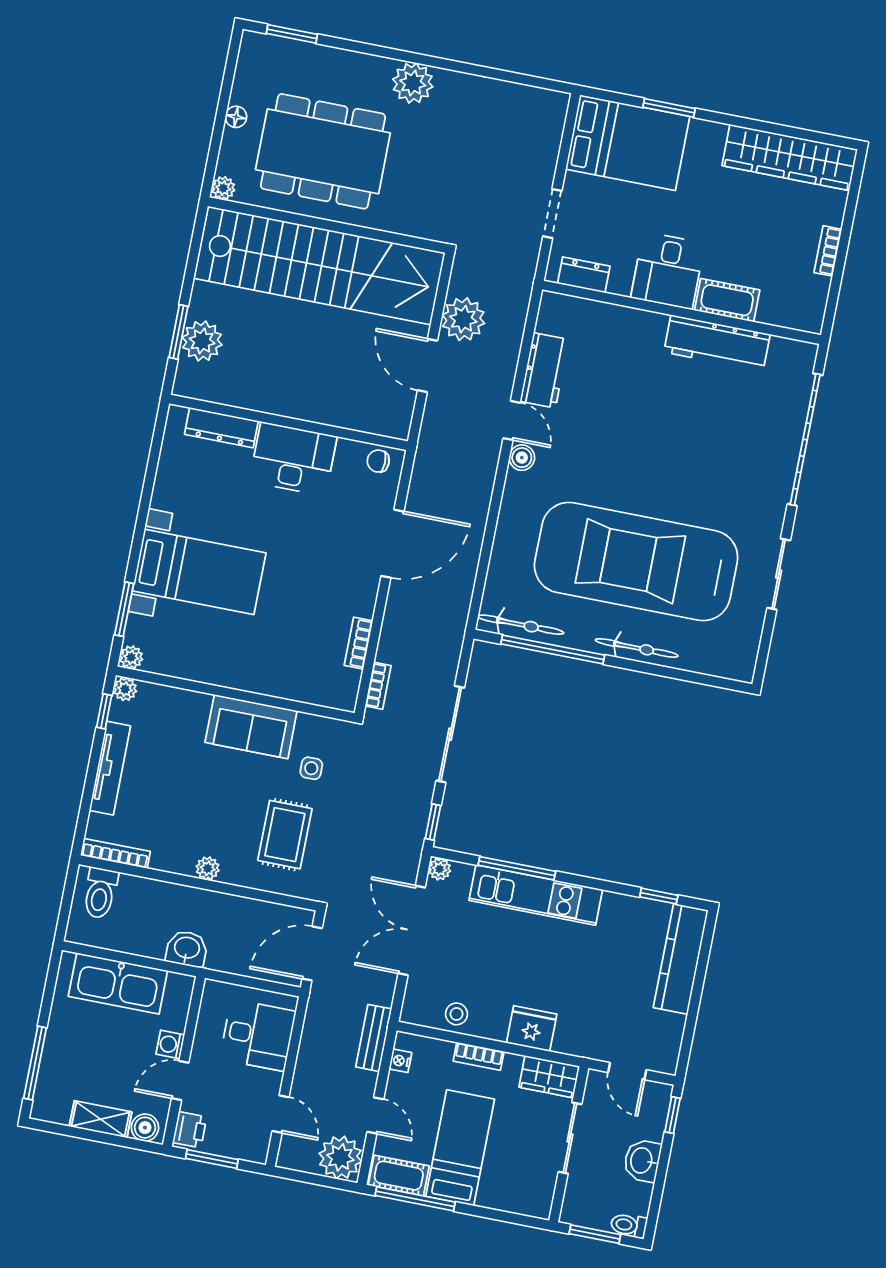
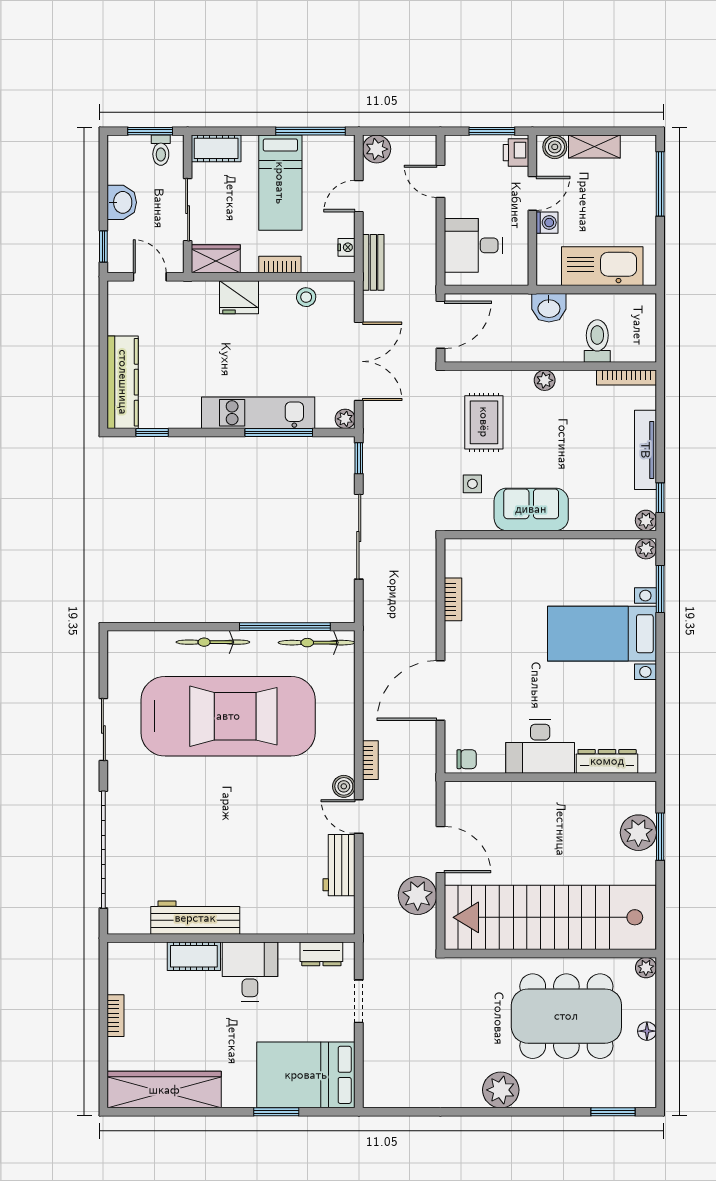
bookcase: (378, 686) -> (370, 760), moved, turned 180
toilet: (100, 893) -> (597, 341), moved
door: (375, 1116) -> (359, 196), hinge flipped
plant: (340, 1157) -> (377, 149), width x0.73, depth x0.73
cot: (399, 1176) -> (216, 148), moved
toilet: (629, 1225) -> (161, 150), moved, turned 90

